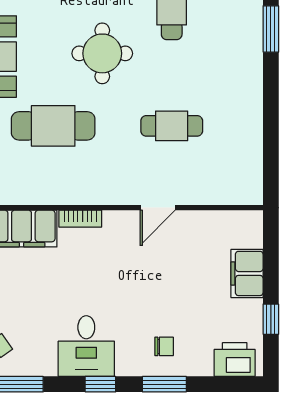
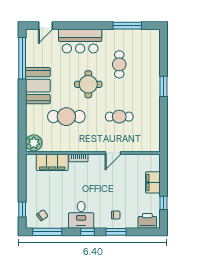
window: (271, 29) -> (163, 86), moved

